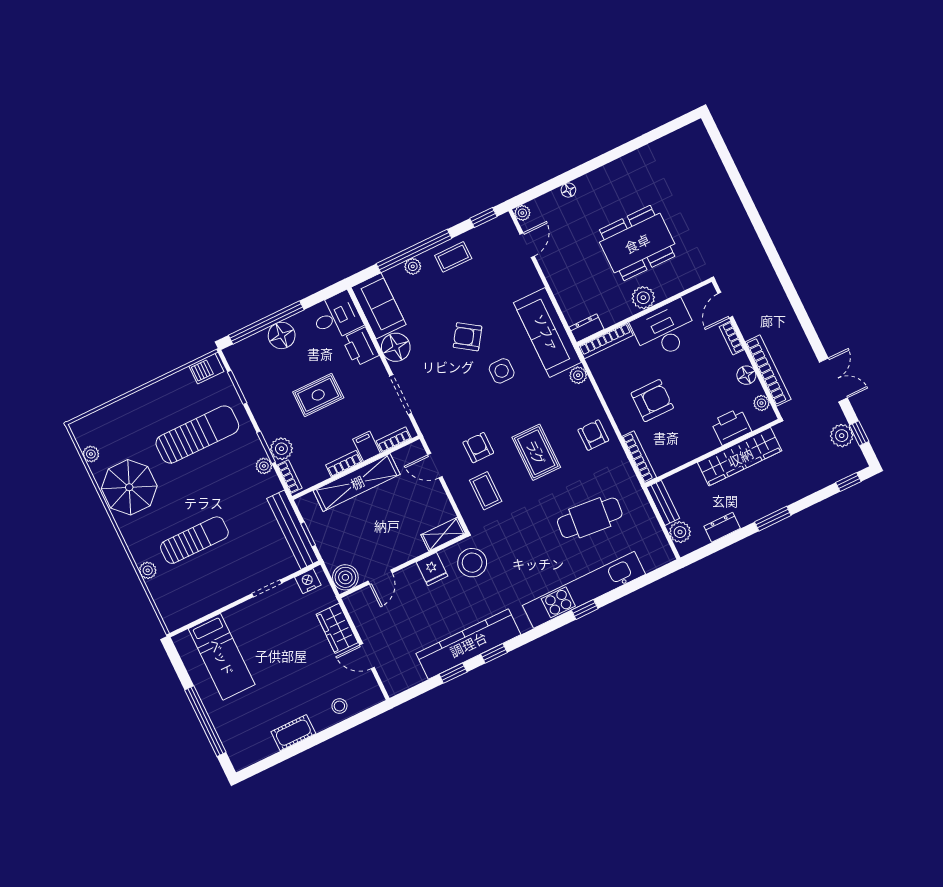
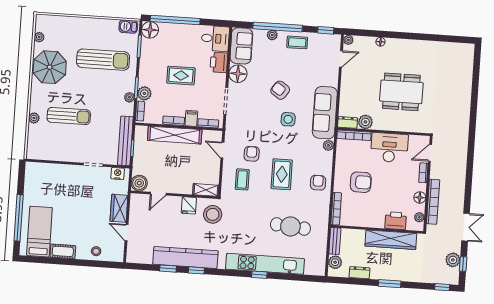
plant: (643, 298) -> (365, 122), moved
floor lamp: (282, 335) -> (150, 30), moved
bed: (222, 657) -> (39, 232), moved, turned 180

